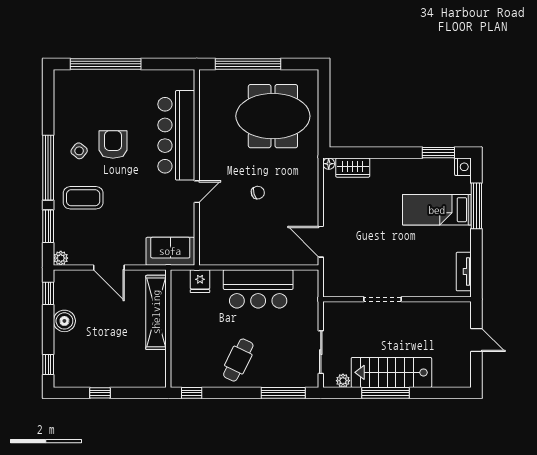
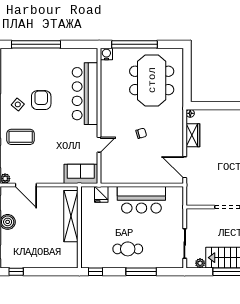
water cooler: (207, 78) -> (106, 54), added
meeting table: (273, 116) -> (152, 80), turned 90
wardrobe: (353, 168) -> (193, 135), moved, turned -90
door: (197, 192) -> (99, 145), moved
door: (109, 267) -> (26, 185), moved
cafe table: (238, 360) -> (128, 249), turned 64
window: (100, 393) -> (16, 272), moved
window: (283, 393) -> (141, 272), moved

